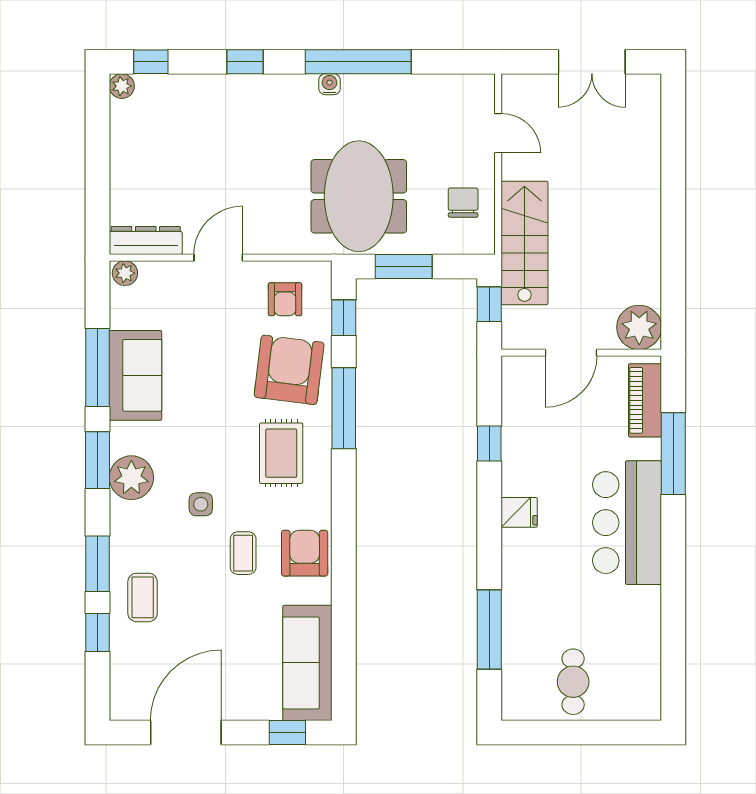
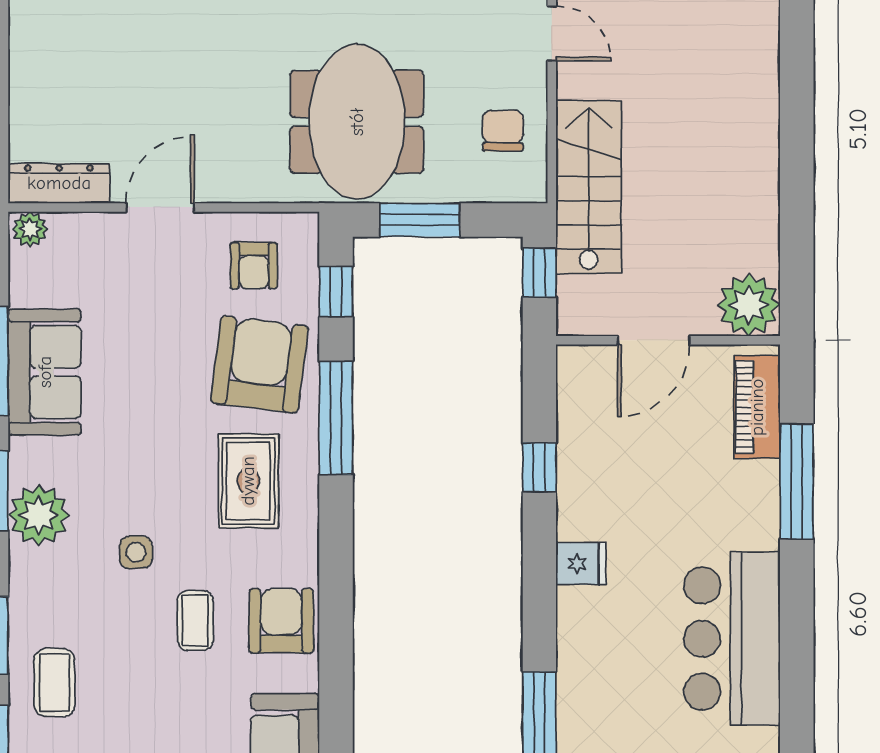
bar counter: (627, 523) -> (732, 639), moved

